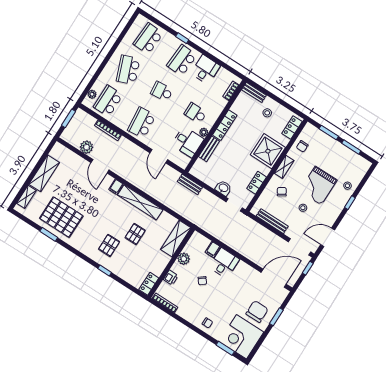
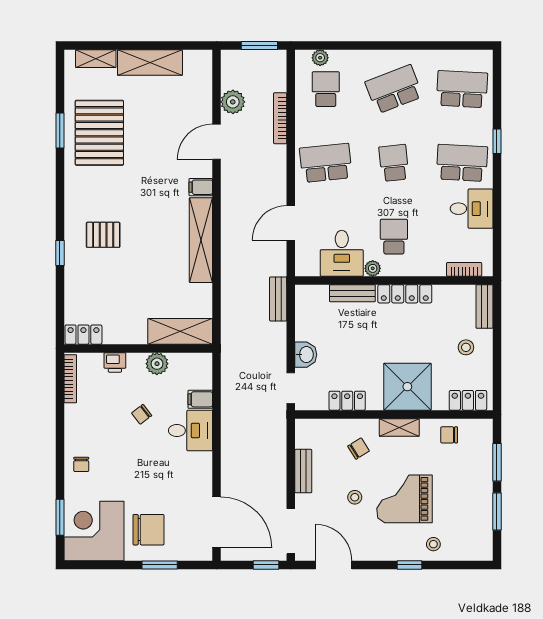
school desk: (108, 101) -> (326, 89), width x0.54
bench: (272, 221) -> (303, 471), width x0.73
pallet: (135, 234) -> (147, 264), removed

